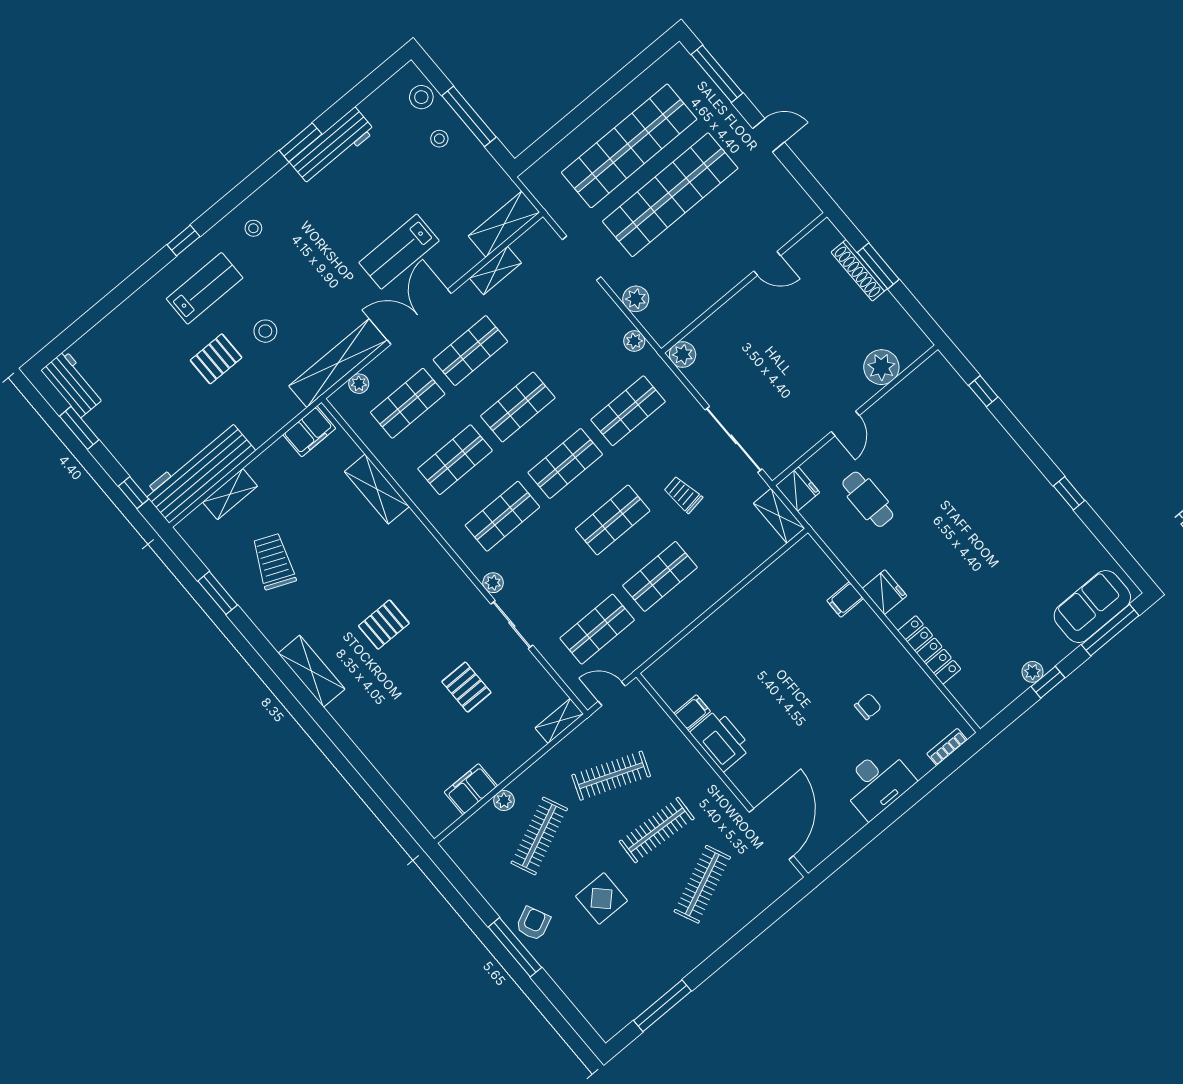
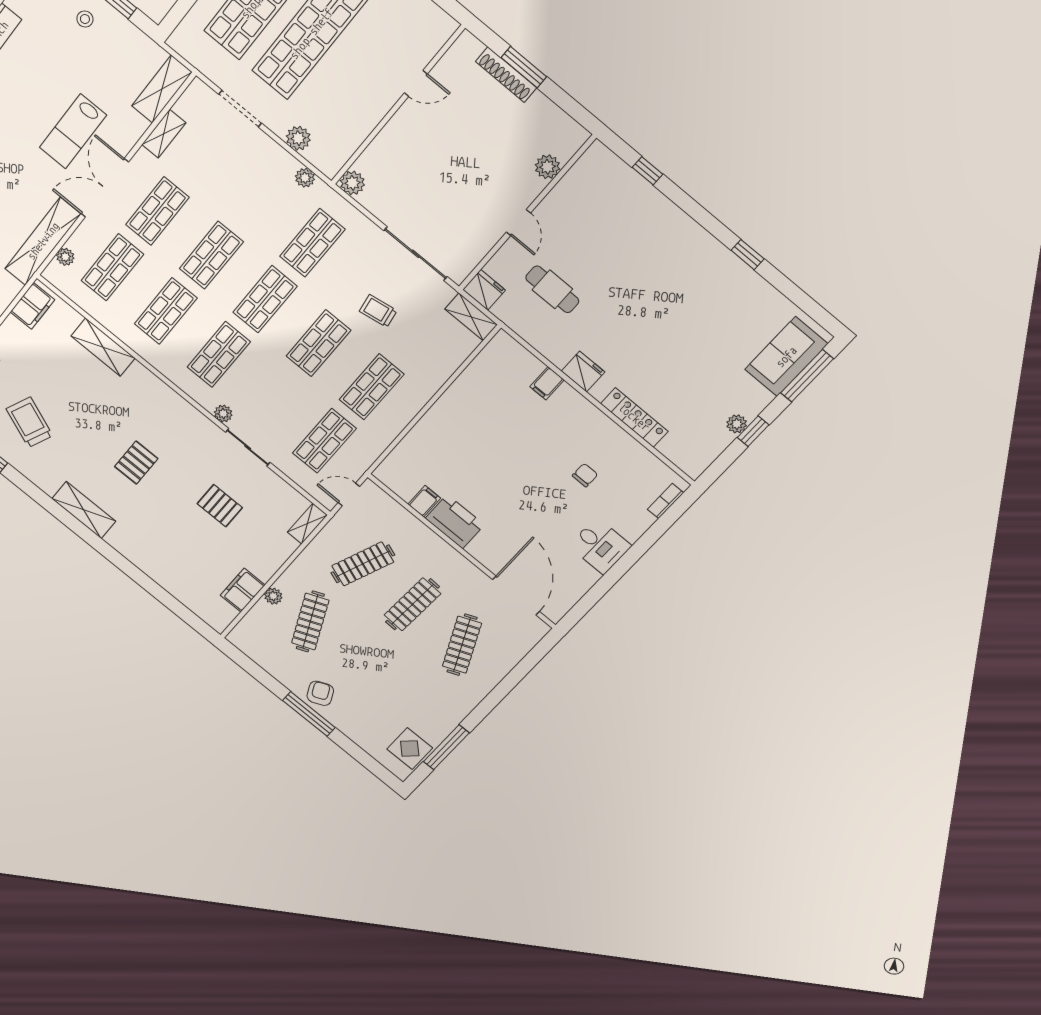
plant: (881, 367) -> (547, 167), width x0.73, depth x0.73
desk: (877, 783) -> (600, 546), width x0.73
display table: (601, 898) -> (410, 748), moved

